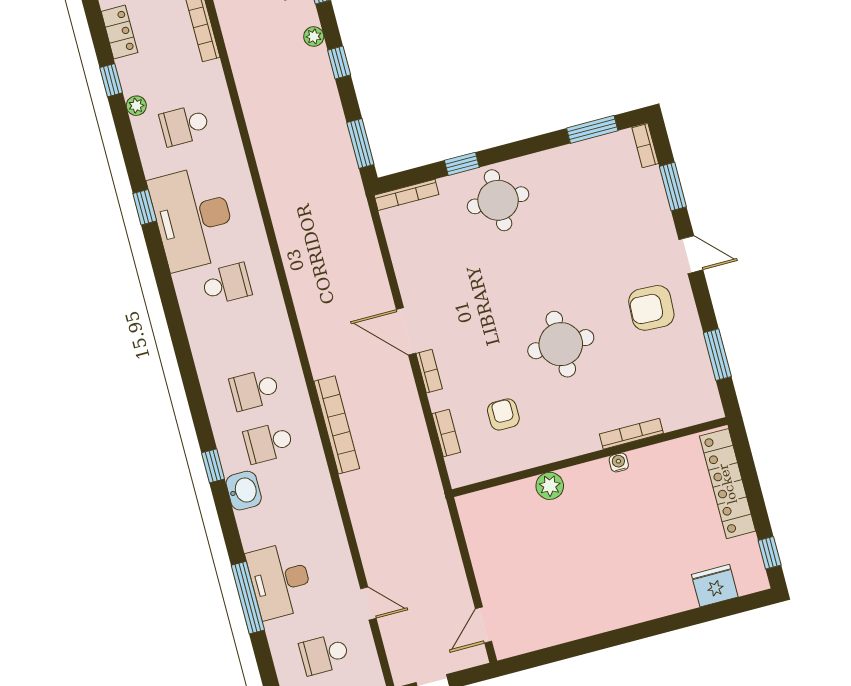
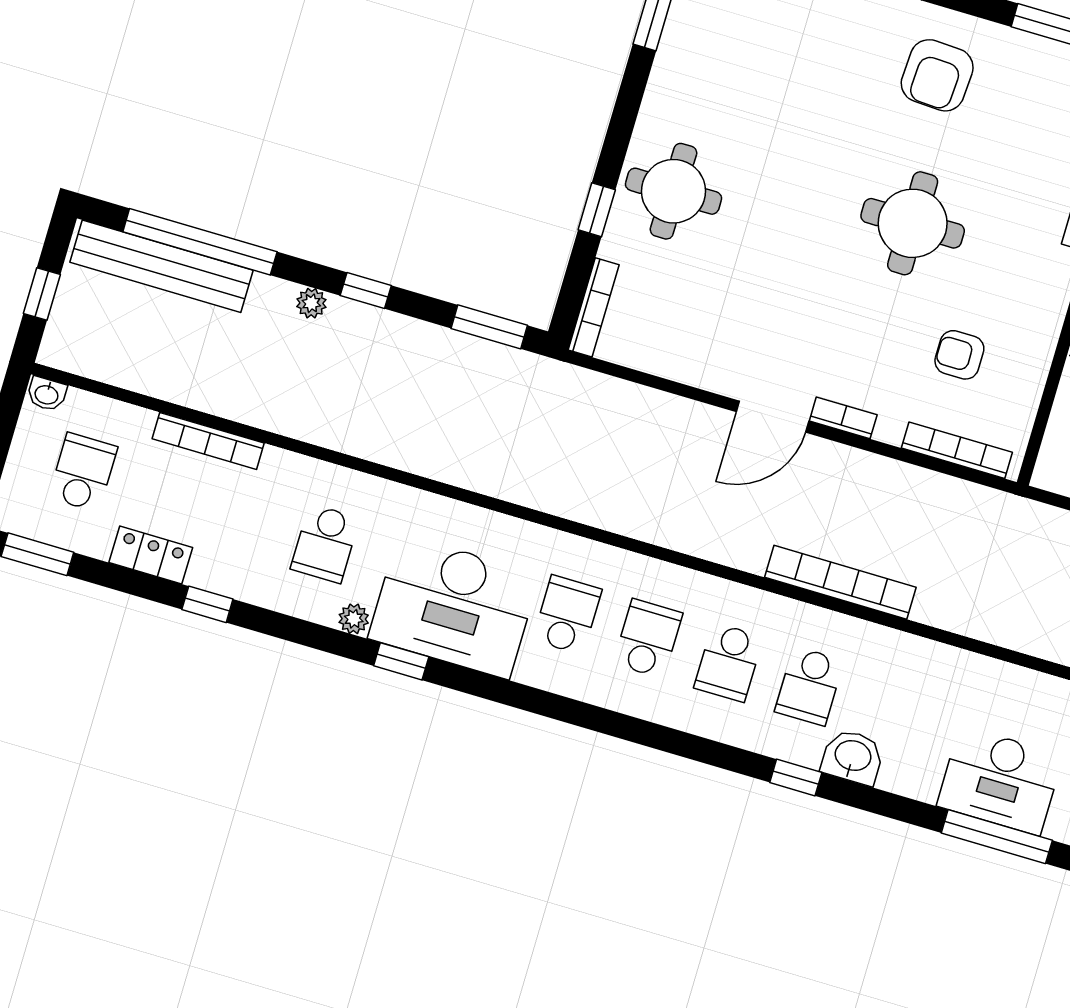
plant: (136, 106) -> (354, 619), moved
school desk: (240, 337) -> (648, 639), added
bookcase: (446, 433) -> (957, 450), width x1.56

